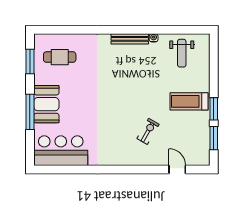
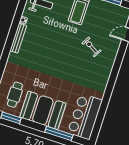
booth: (46, 104) -> (43, 110), width x1.36, depth x1.42
window: (30, 112) -> (59, 133), moved

